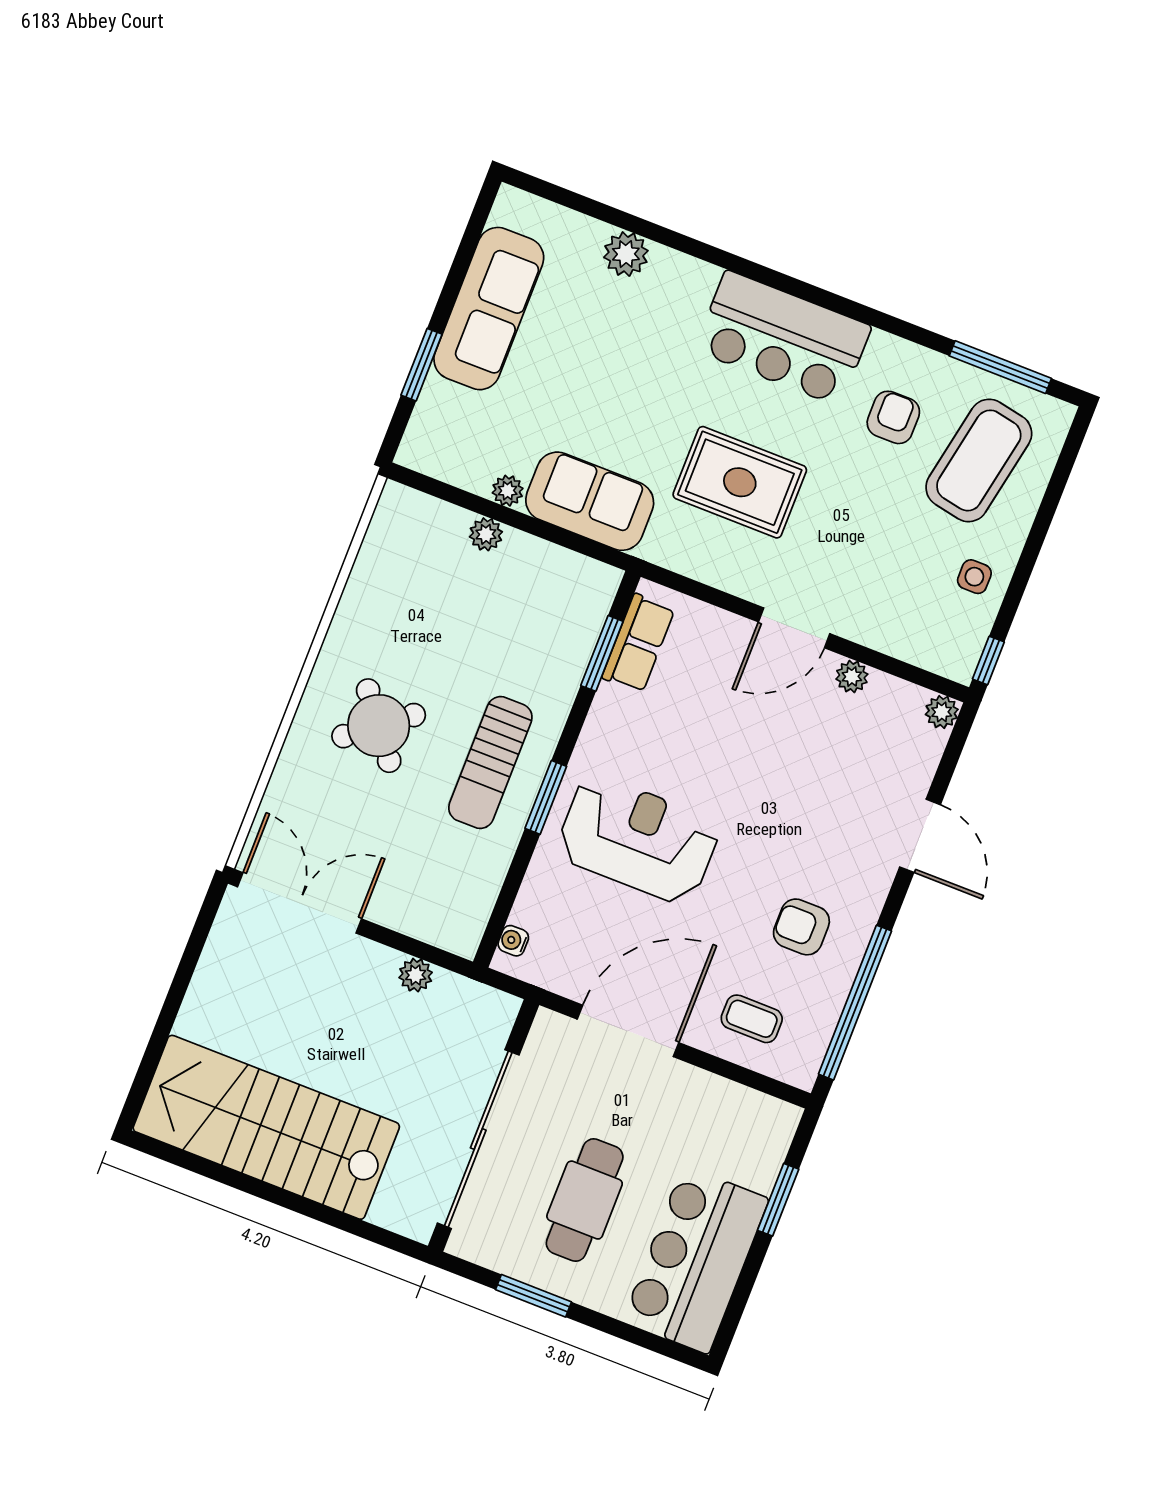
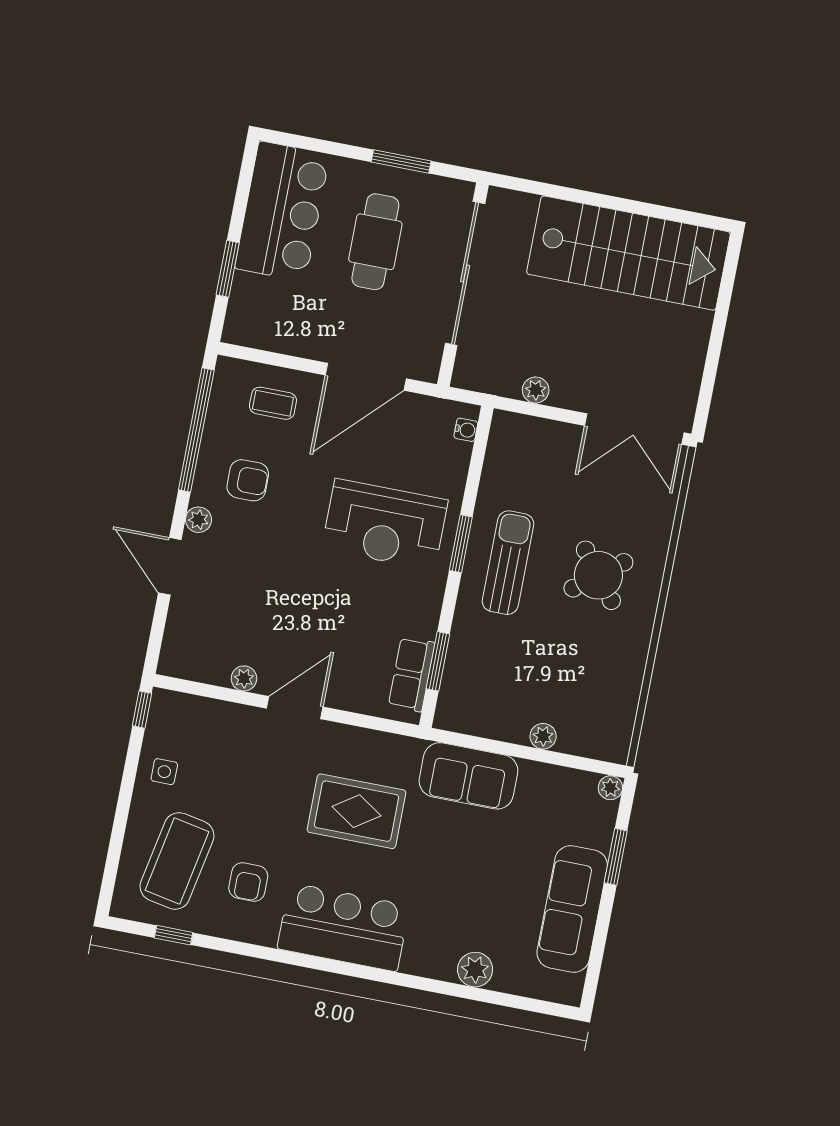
window: (1000, 367) -> (174, 935), width x0.46
plant: (508, 491) -> (610, 788), moved
plant: (942, 712) -> (198, 520), moved

